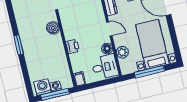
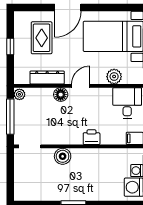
floor lamp: (107, 49) -> (61, 95), moved

